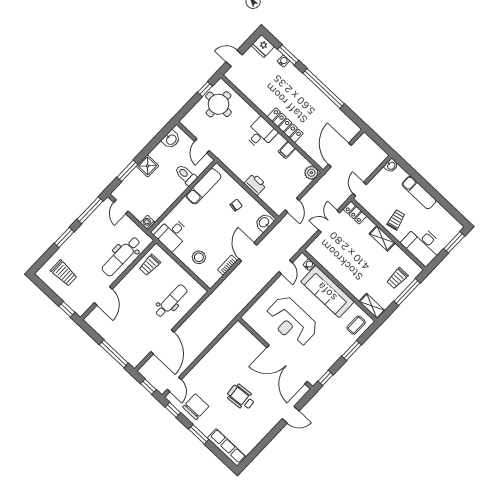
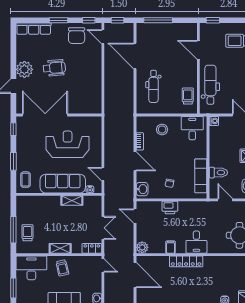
shelving: (372, 306) -> (72, 201), moved
plant: (268, 420) -> (24, 69), added

